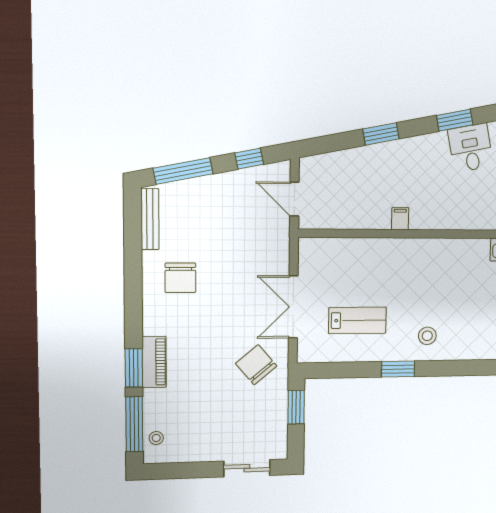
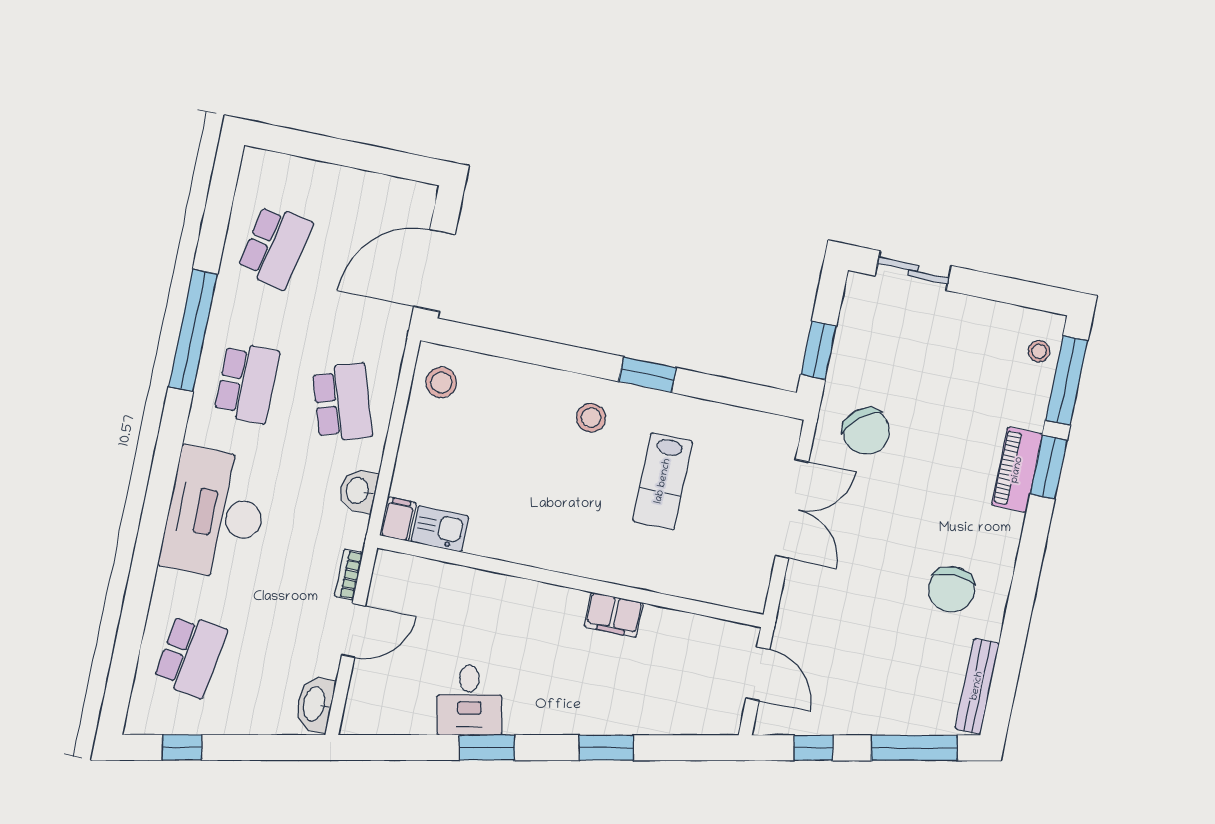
filing cabinet: (400, 219) -> (614, 615), width x2.00
chair: (180, 278) -> (952, 589), turned 180
lab bench: (357, 320) -> (663, 481), moved, turned -90

